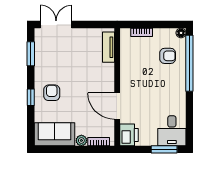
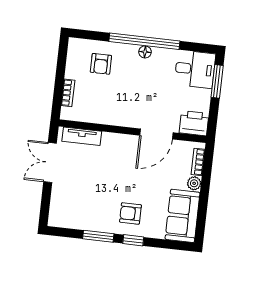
double door: (56, 24) -> (50, 162), moved
floor lamp: (181, 33) -> (145, 52), moved
window: (31, 54) -> (98, 236), moved
armchair: (168, 56) -> (101, 64), turned 180
window: (189, 63) -> (144, 41), moved

